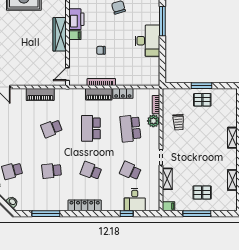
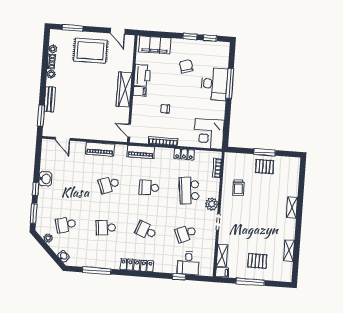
desk: (147, 41) -> (214, 84), moved
corner desk: (146, 71) -> (209, 134), added
door: (67, 74) -> (129, 131), hinge flipped
piano: (99, 94) -> (141, 152), moved
plant: (153, 121) -> (212, 204), moved
school desk: (91, 128) -> (149, 187), width x0.54
school desk: (130, 171) -> (186, 233), turned -48
shelving: (167, 179) -> (222, 256), moved

